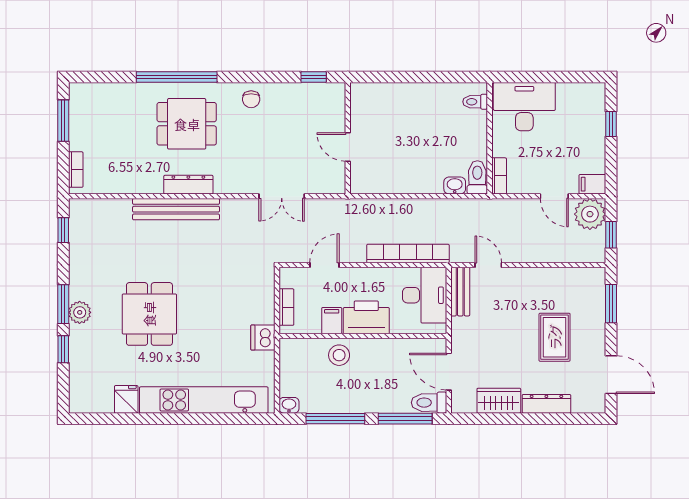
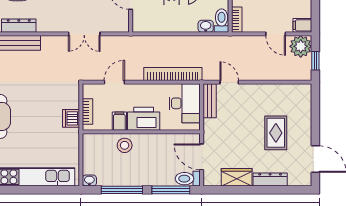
window: (611, 304) -> (315, 109), removed
dishwasher: (263, 338) -> (71, 118), moved

